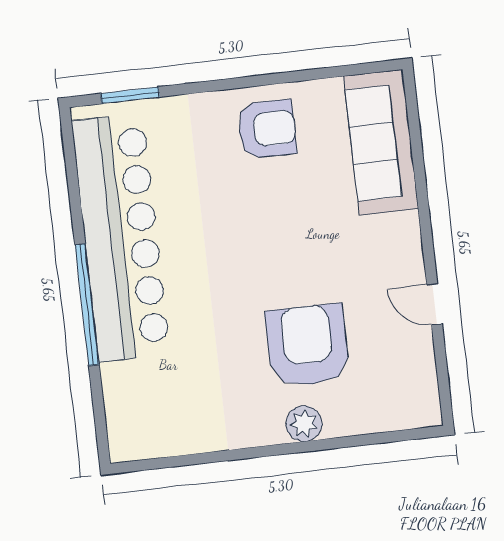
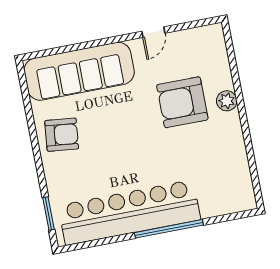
armchair: (267, 129) -> (62, 135), turned 96
sofa: (381, 142) -> (79, 71), width x1.36, depth x1.27

